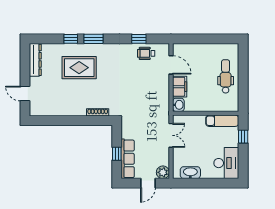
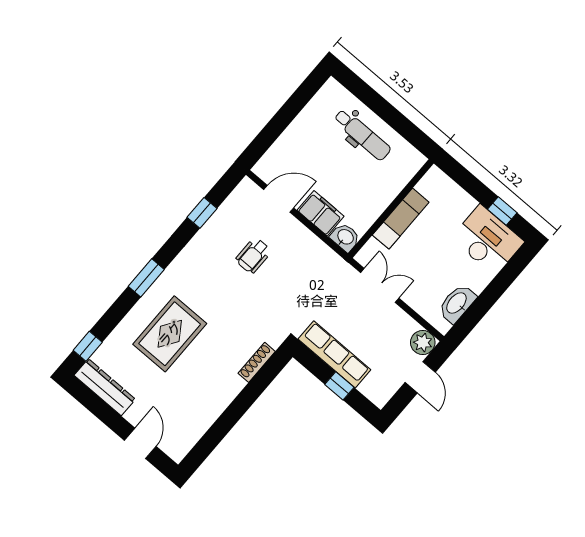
window: (71, 39) -> (88, 346), moved
wheelchair: (146, 53) -> (253, 256), moved
dental chair: (226, 76) -> (362, 135), turned 180
door: (25, 94) -> (140, 443), swing flipped
exam couch: (222, 121) -> (401, 219), moved
window: (243, 137) -> (502, 211), moved
row of seats: (128, 159) -> (334, 354), moved

